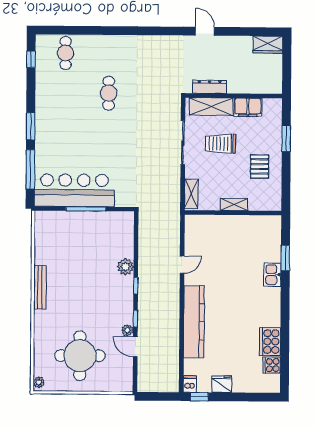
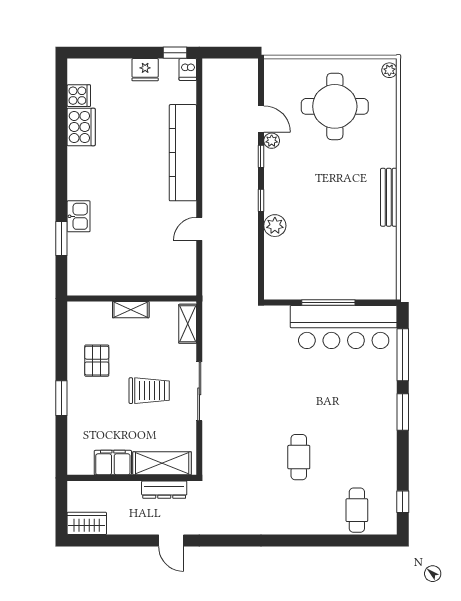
dresser: (210, 87) -> (164, 490), moved
wall: (234, 96) -> (132, 478), moved
shelving: (211, 106) -> (162, 463), moved
filing cabinet: (248, 107) -> (113, 463), moved

